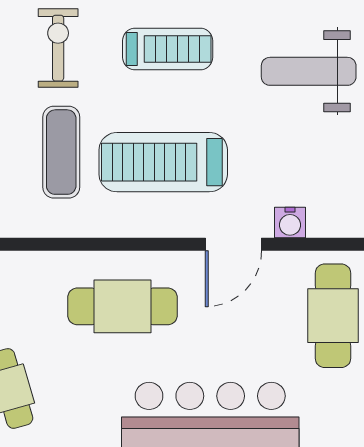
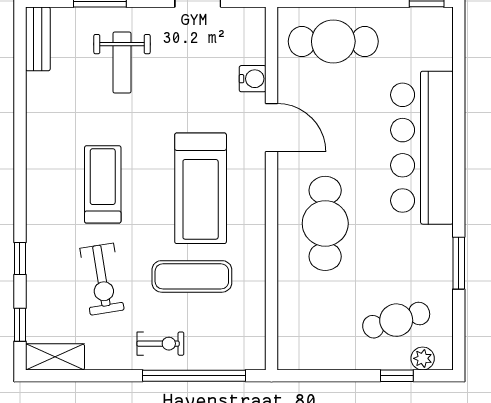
exercise bike: (58, 48) -> (102, 279), turned -99
weight bench: (309, 71) -> (122, 63), width x0.73, depth x0.75

